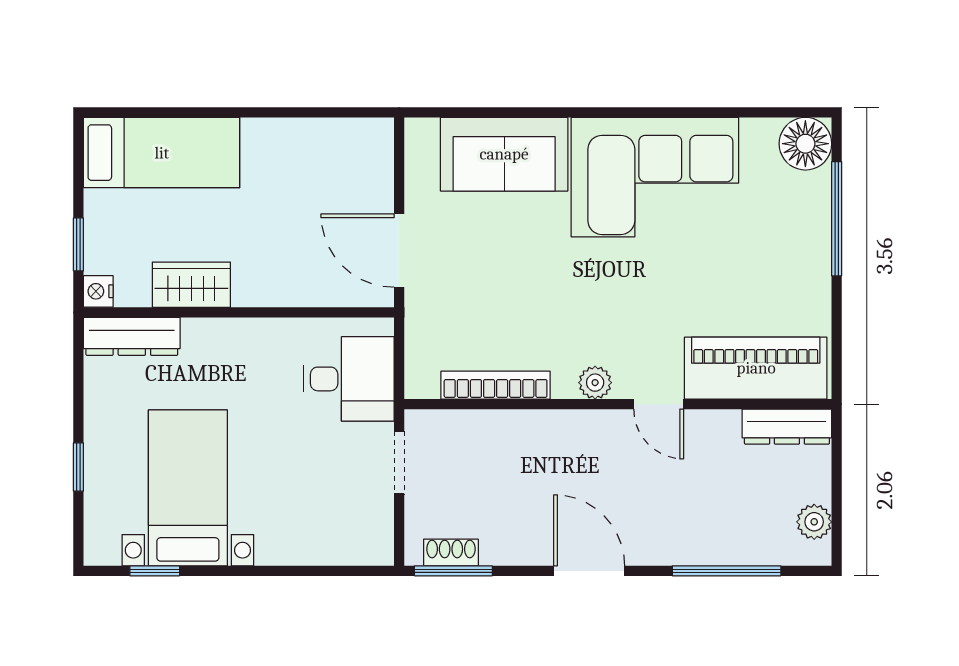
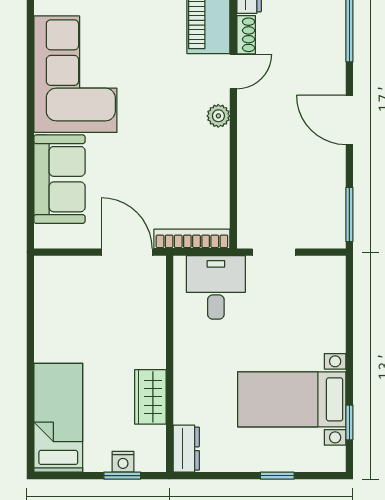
door: (399, 251) -> (127, 252), swing flipped
nightstand: (98, 291) -> (123, 462), moved
dresser: (132, 336) -> (186, 449), width x0.70
bookcase: (496, 385) -> (192, 239), moved, turned 90
shoe rack: (451, 552) -> (246, 35), moved, turned 180
door: (589, 571) -> (349, 120), hinge flipped

